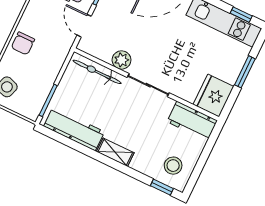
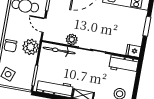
plant: (54, 54) -> (31, 47), added
fridge: (213, 96) -> (133, 51), width x0.53, depth x0.75

